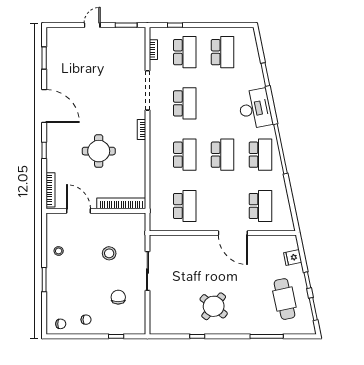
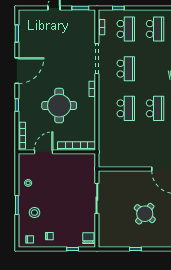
door: (44, 106) -> (17, 71), hinge flipped
round table: (99, 151) -> (59, 106), width x1.36, depth x1.36
school desk: (185, 206) -> (126, 148), removed
door: (78, 211) -> (43, 152), hinge flipped
stool: (109, 253) -> (34, 213), moved
chair: (118, 297) -> (88, 238), moved
round table: (214, 306) -> (145, 214), moved

